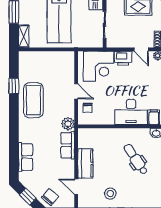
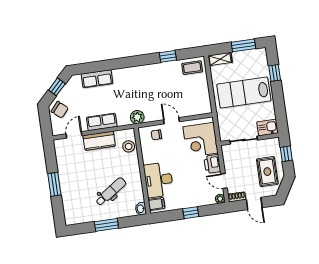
door: (141, 49) -> (224, 181), hinge flipped
door: (76, 91) -> (171, 121), swing flipped
coffee table: (33, 100) -> (192, 68), moved, width x0.54, depth x0.58
row of seats: (68, 145) -> (102, 122), moved
stool: (110, 194) -> (129, 146), moved

